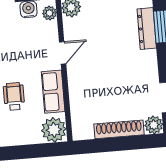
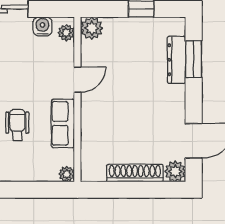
plant: (54, 130) -> (67, 174), width x0.53, depth x0.53

